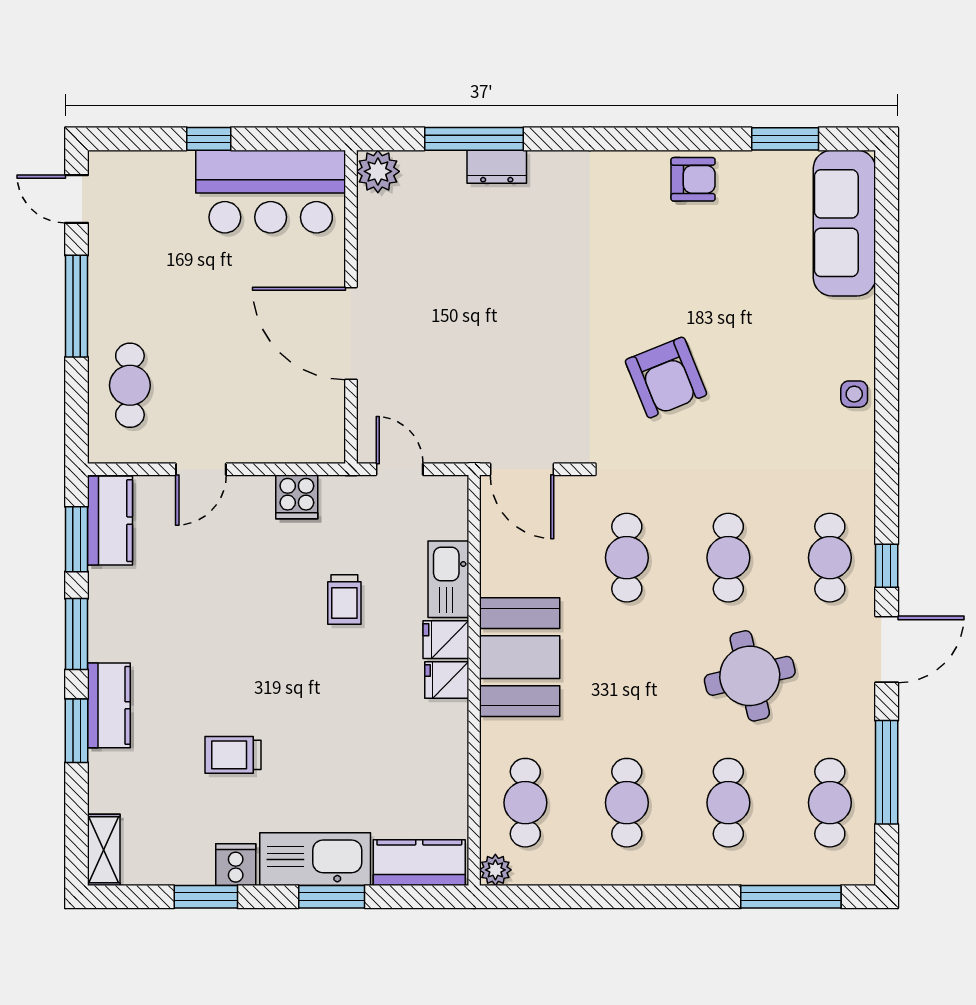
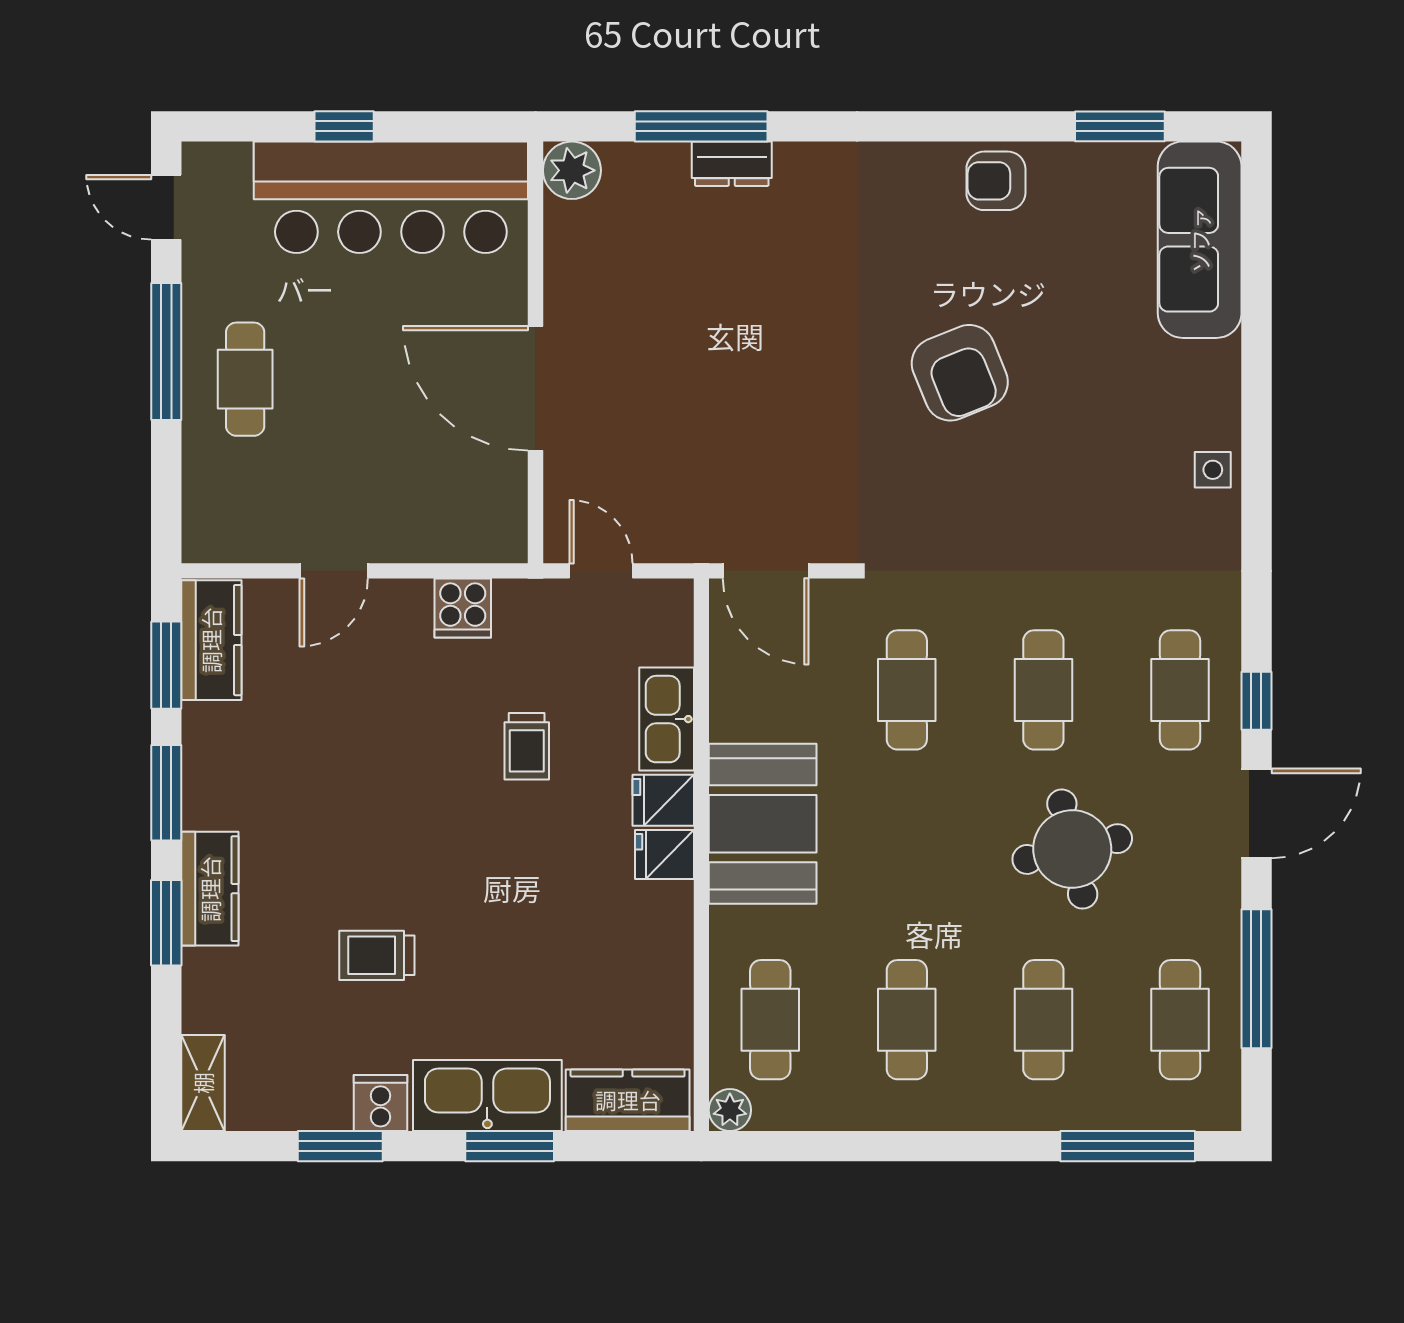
armchair: (693, 179) -> (996, 181), turned 180
bar counter: (271, 192) -> (391, 197), width x1.36
armchair: (666, 377) -> (960, 373), moved
cafe table: (130, 385) -> (245, 379), moved

